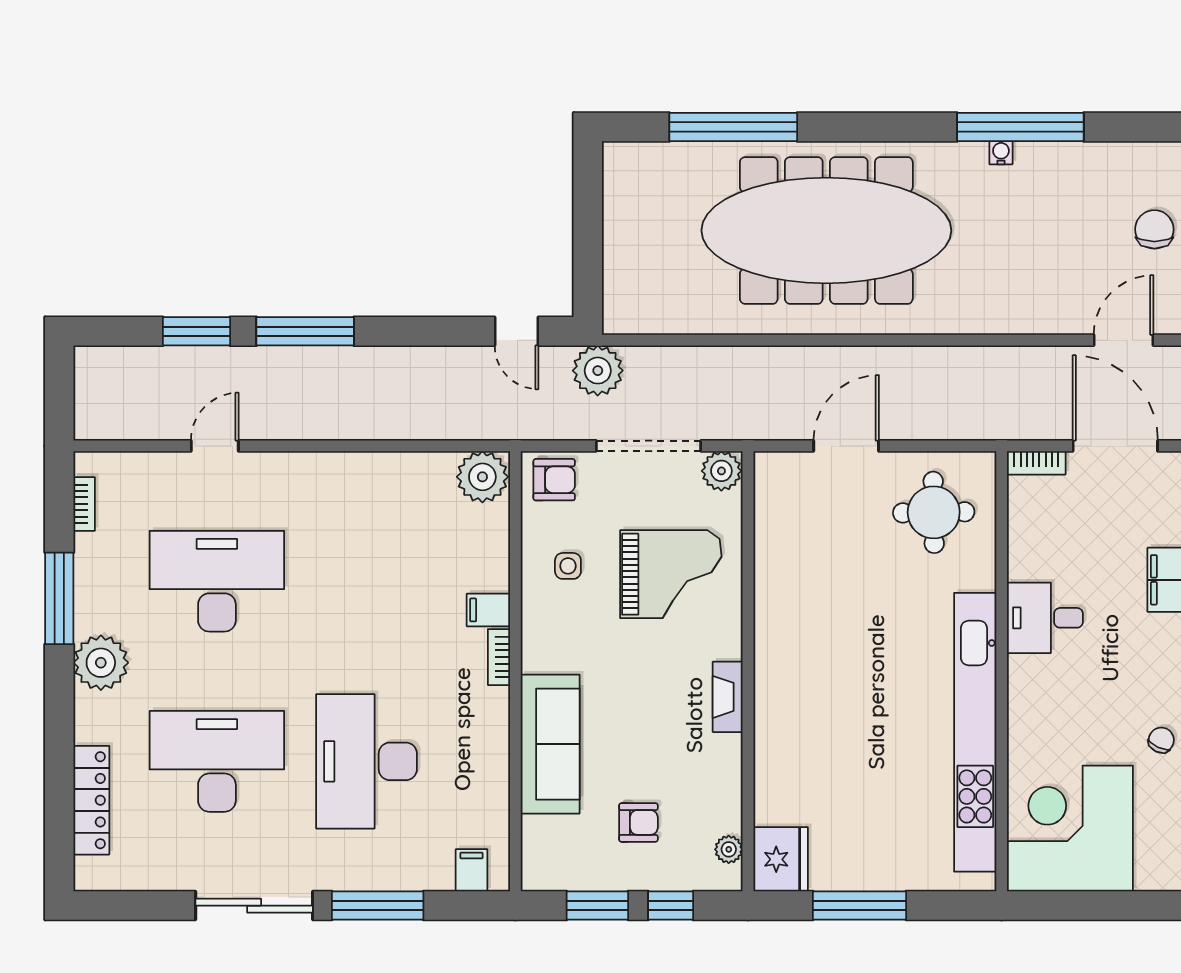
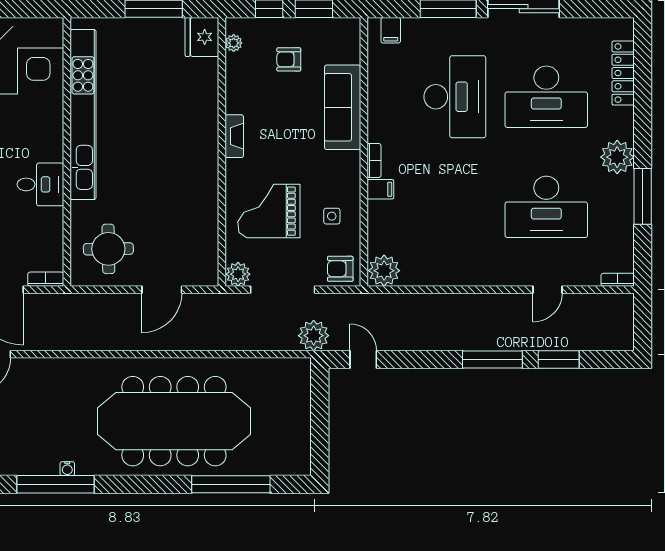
bookcase: (84, 504) -> (618, 280), moved, turned 90

